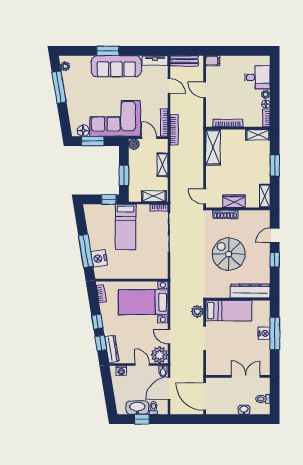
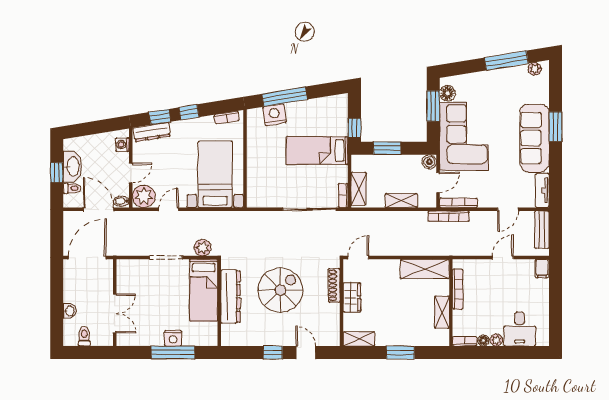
shelving: (258, 135) -> (442, 312), moved
dresser: (250, 291) -> (230, 297), moved

